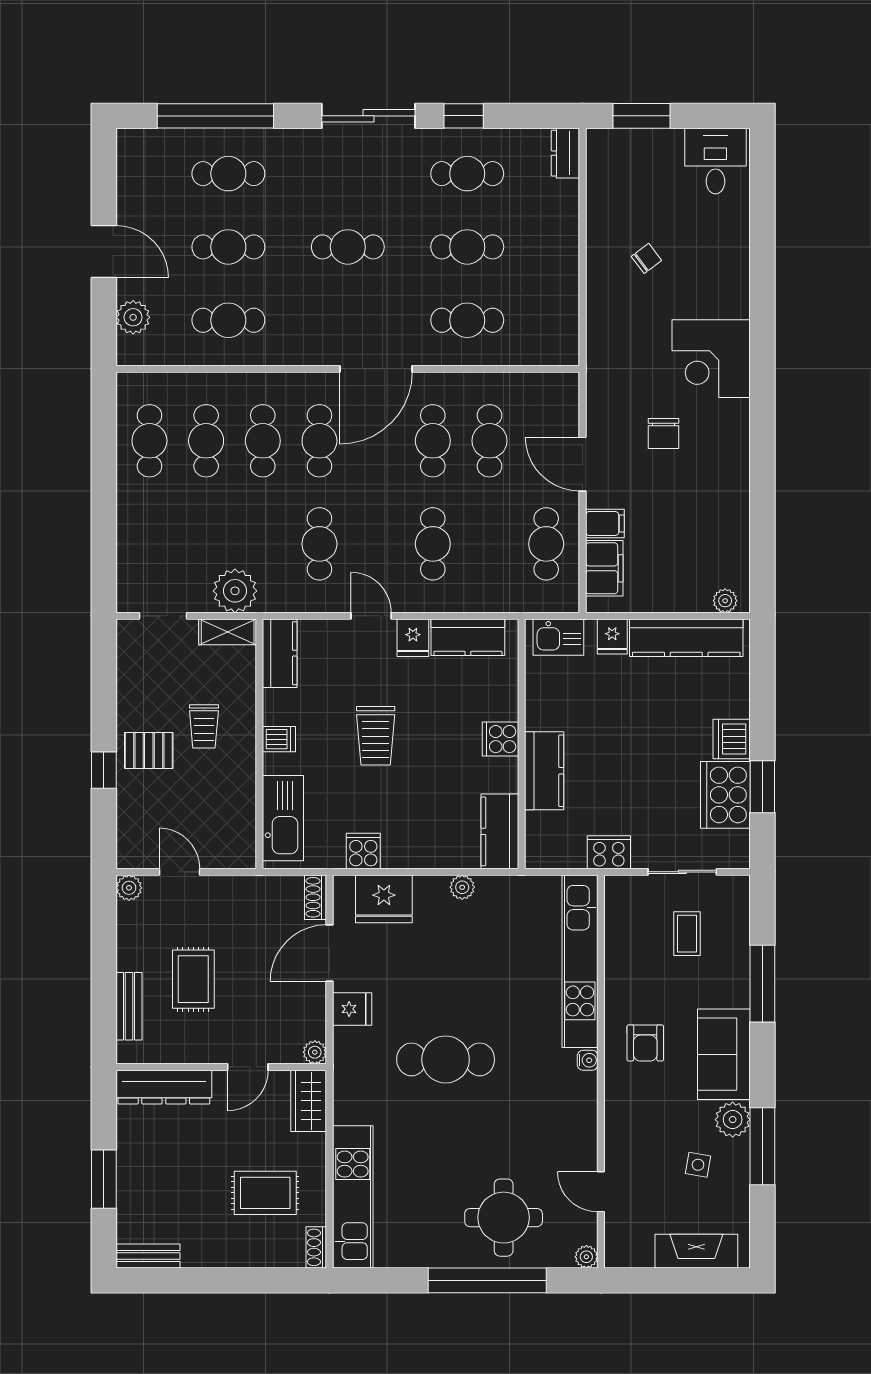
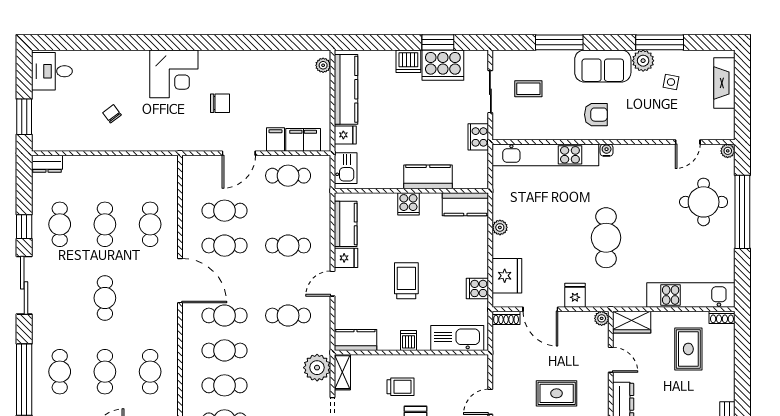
trolley: (376, 736) -> (406, 281), turned -90

